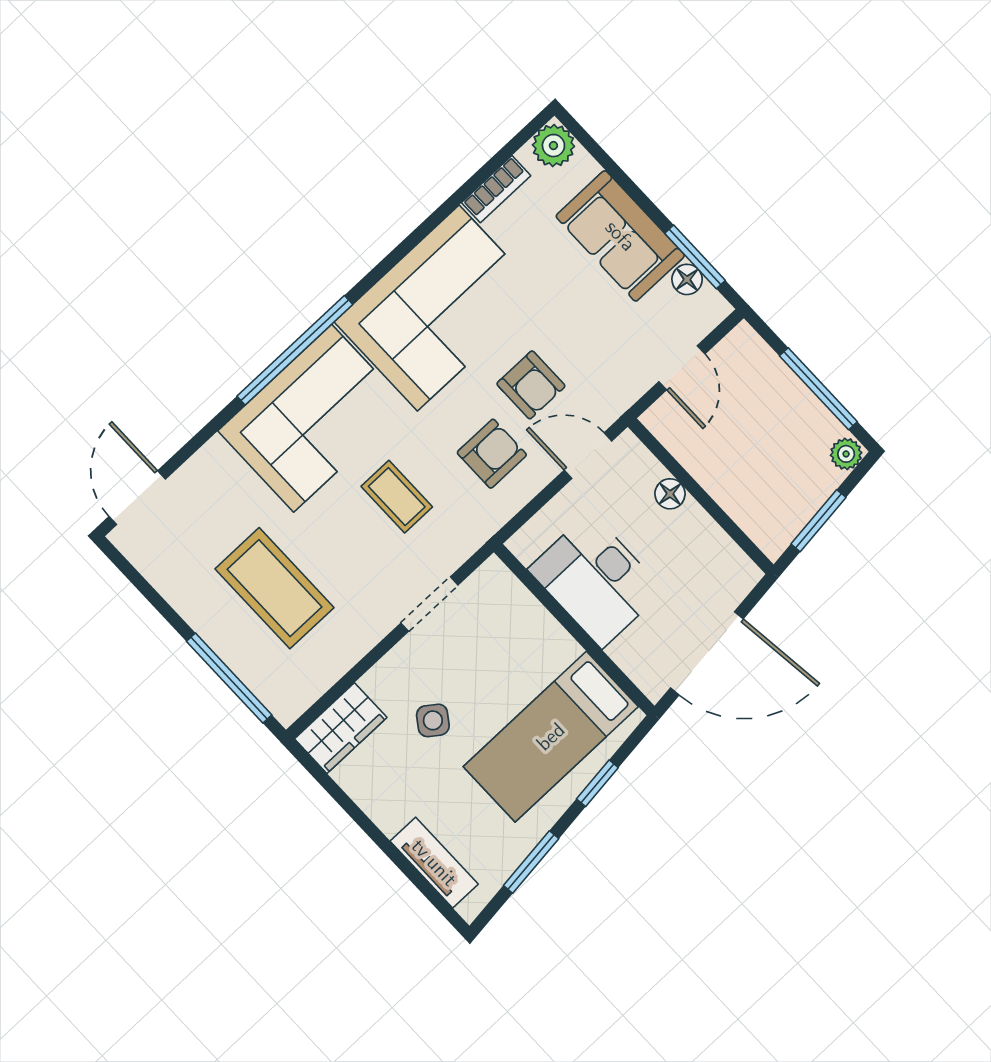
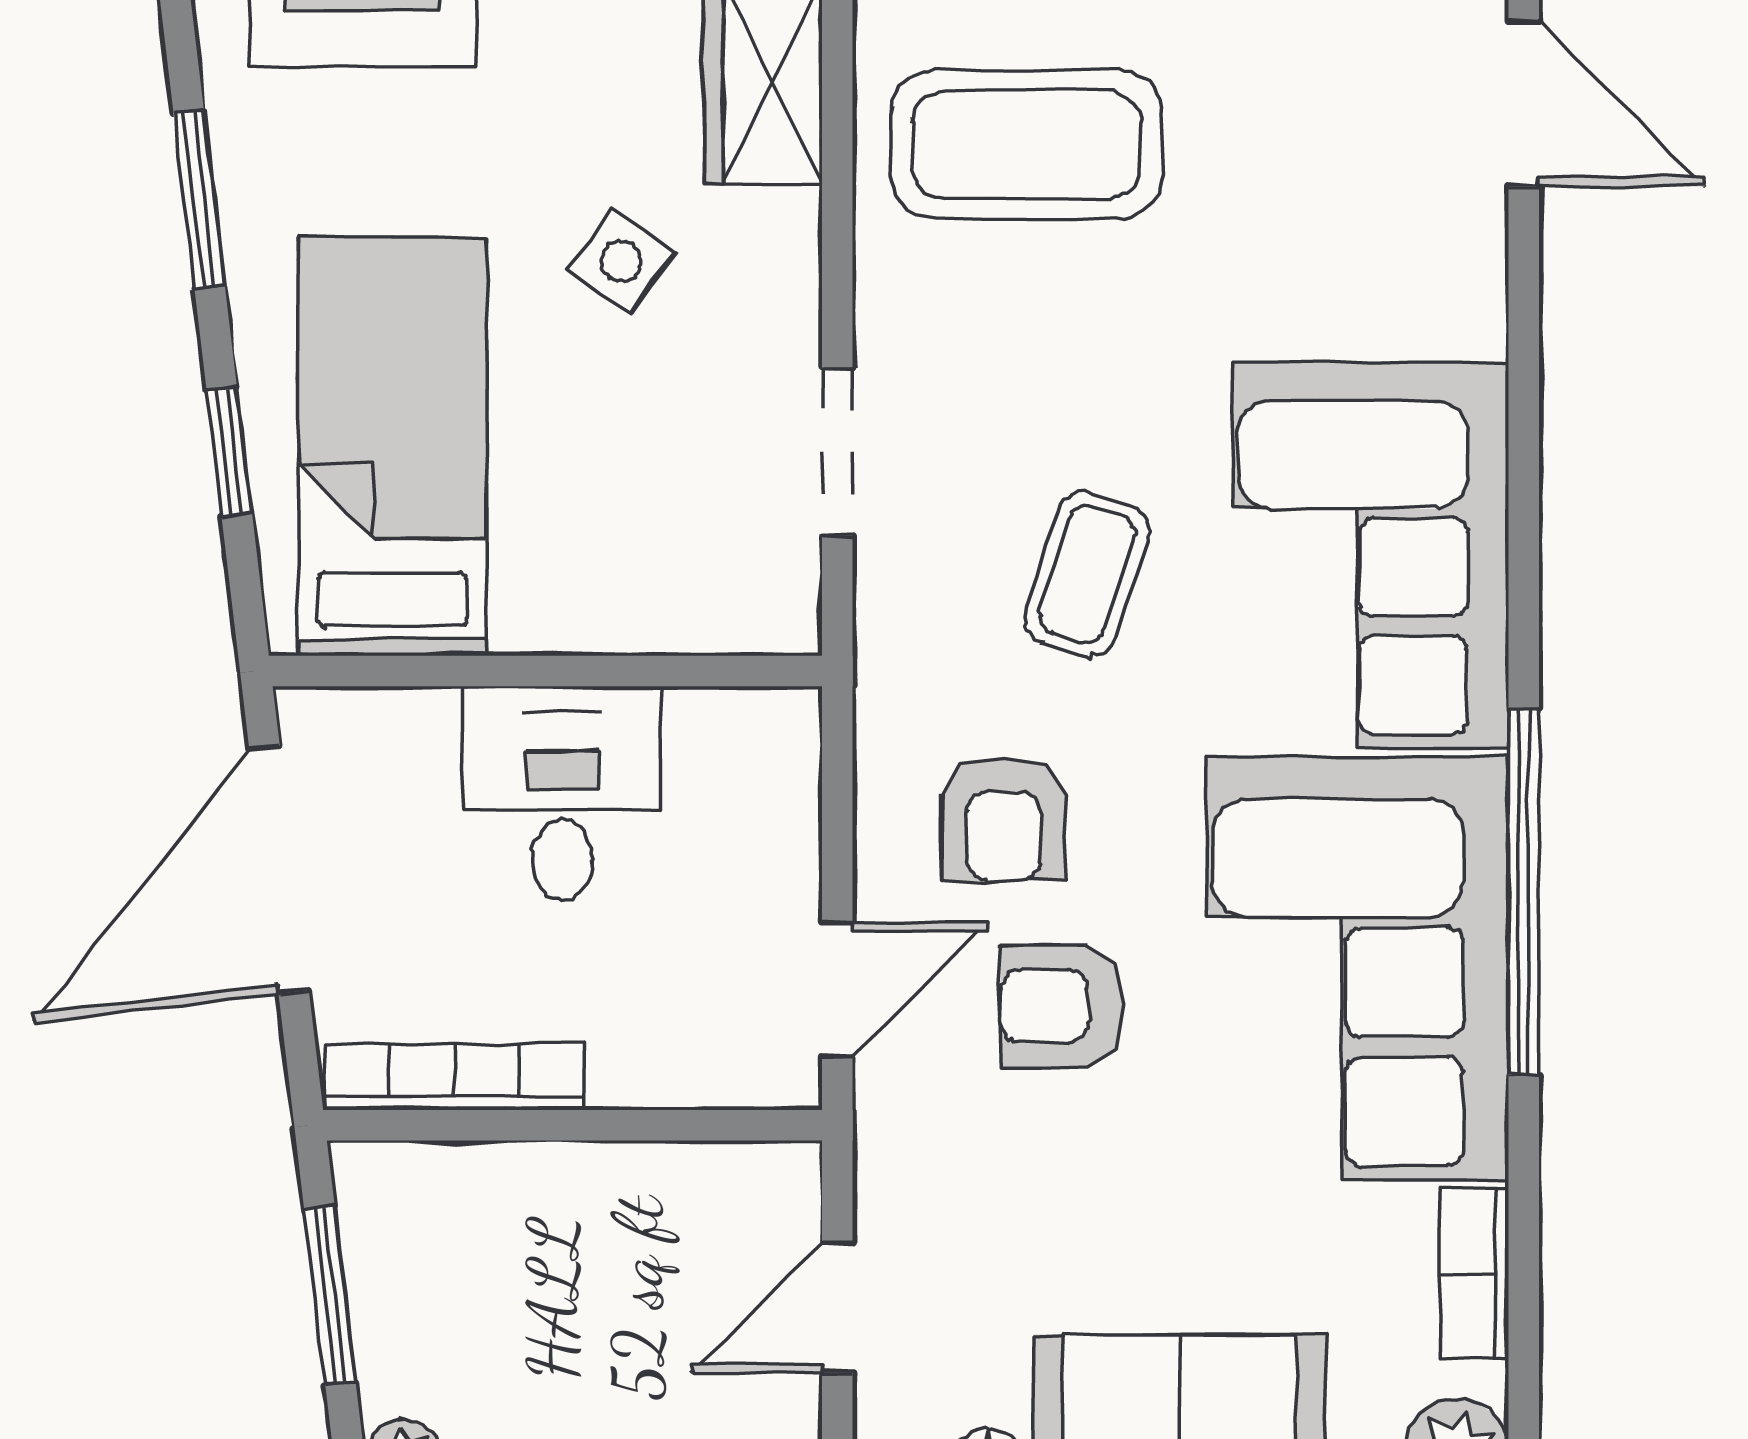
window: (295, 350) -> (1524, 892), moved
door: (682, 368) -> (837, 1308), hinge flipped
floor lamp: (670, 494) -> (630, 1073), removed
coffee table: (397, 497) -> (1087, 574), turned -72
bookcase: (719, 544) -> (455, 1077), added
desk: (596, 580) -> (562, 793), width x0.73
coffee table: (274, 588) -> (1026, 145), moved

